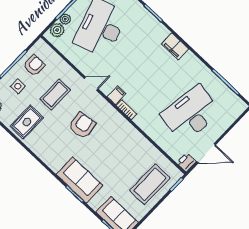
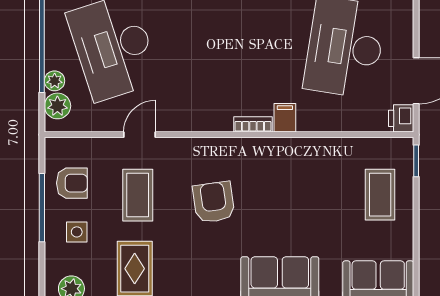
armchair: (34, 65) -> (72, 183), turned 90
door: (91, 84) -> (140, 135), moved
filing cabinet: (116, 95) -> (285, 118), moved
coffee table: (150, 184) -> (380, 195), width x0.73, depth x0.76

